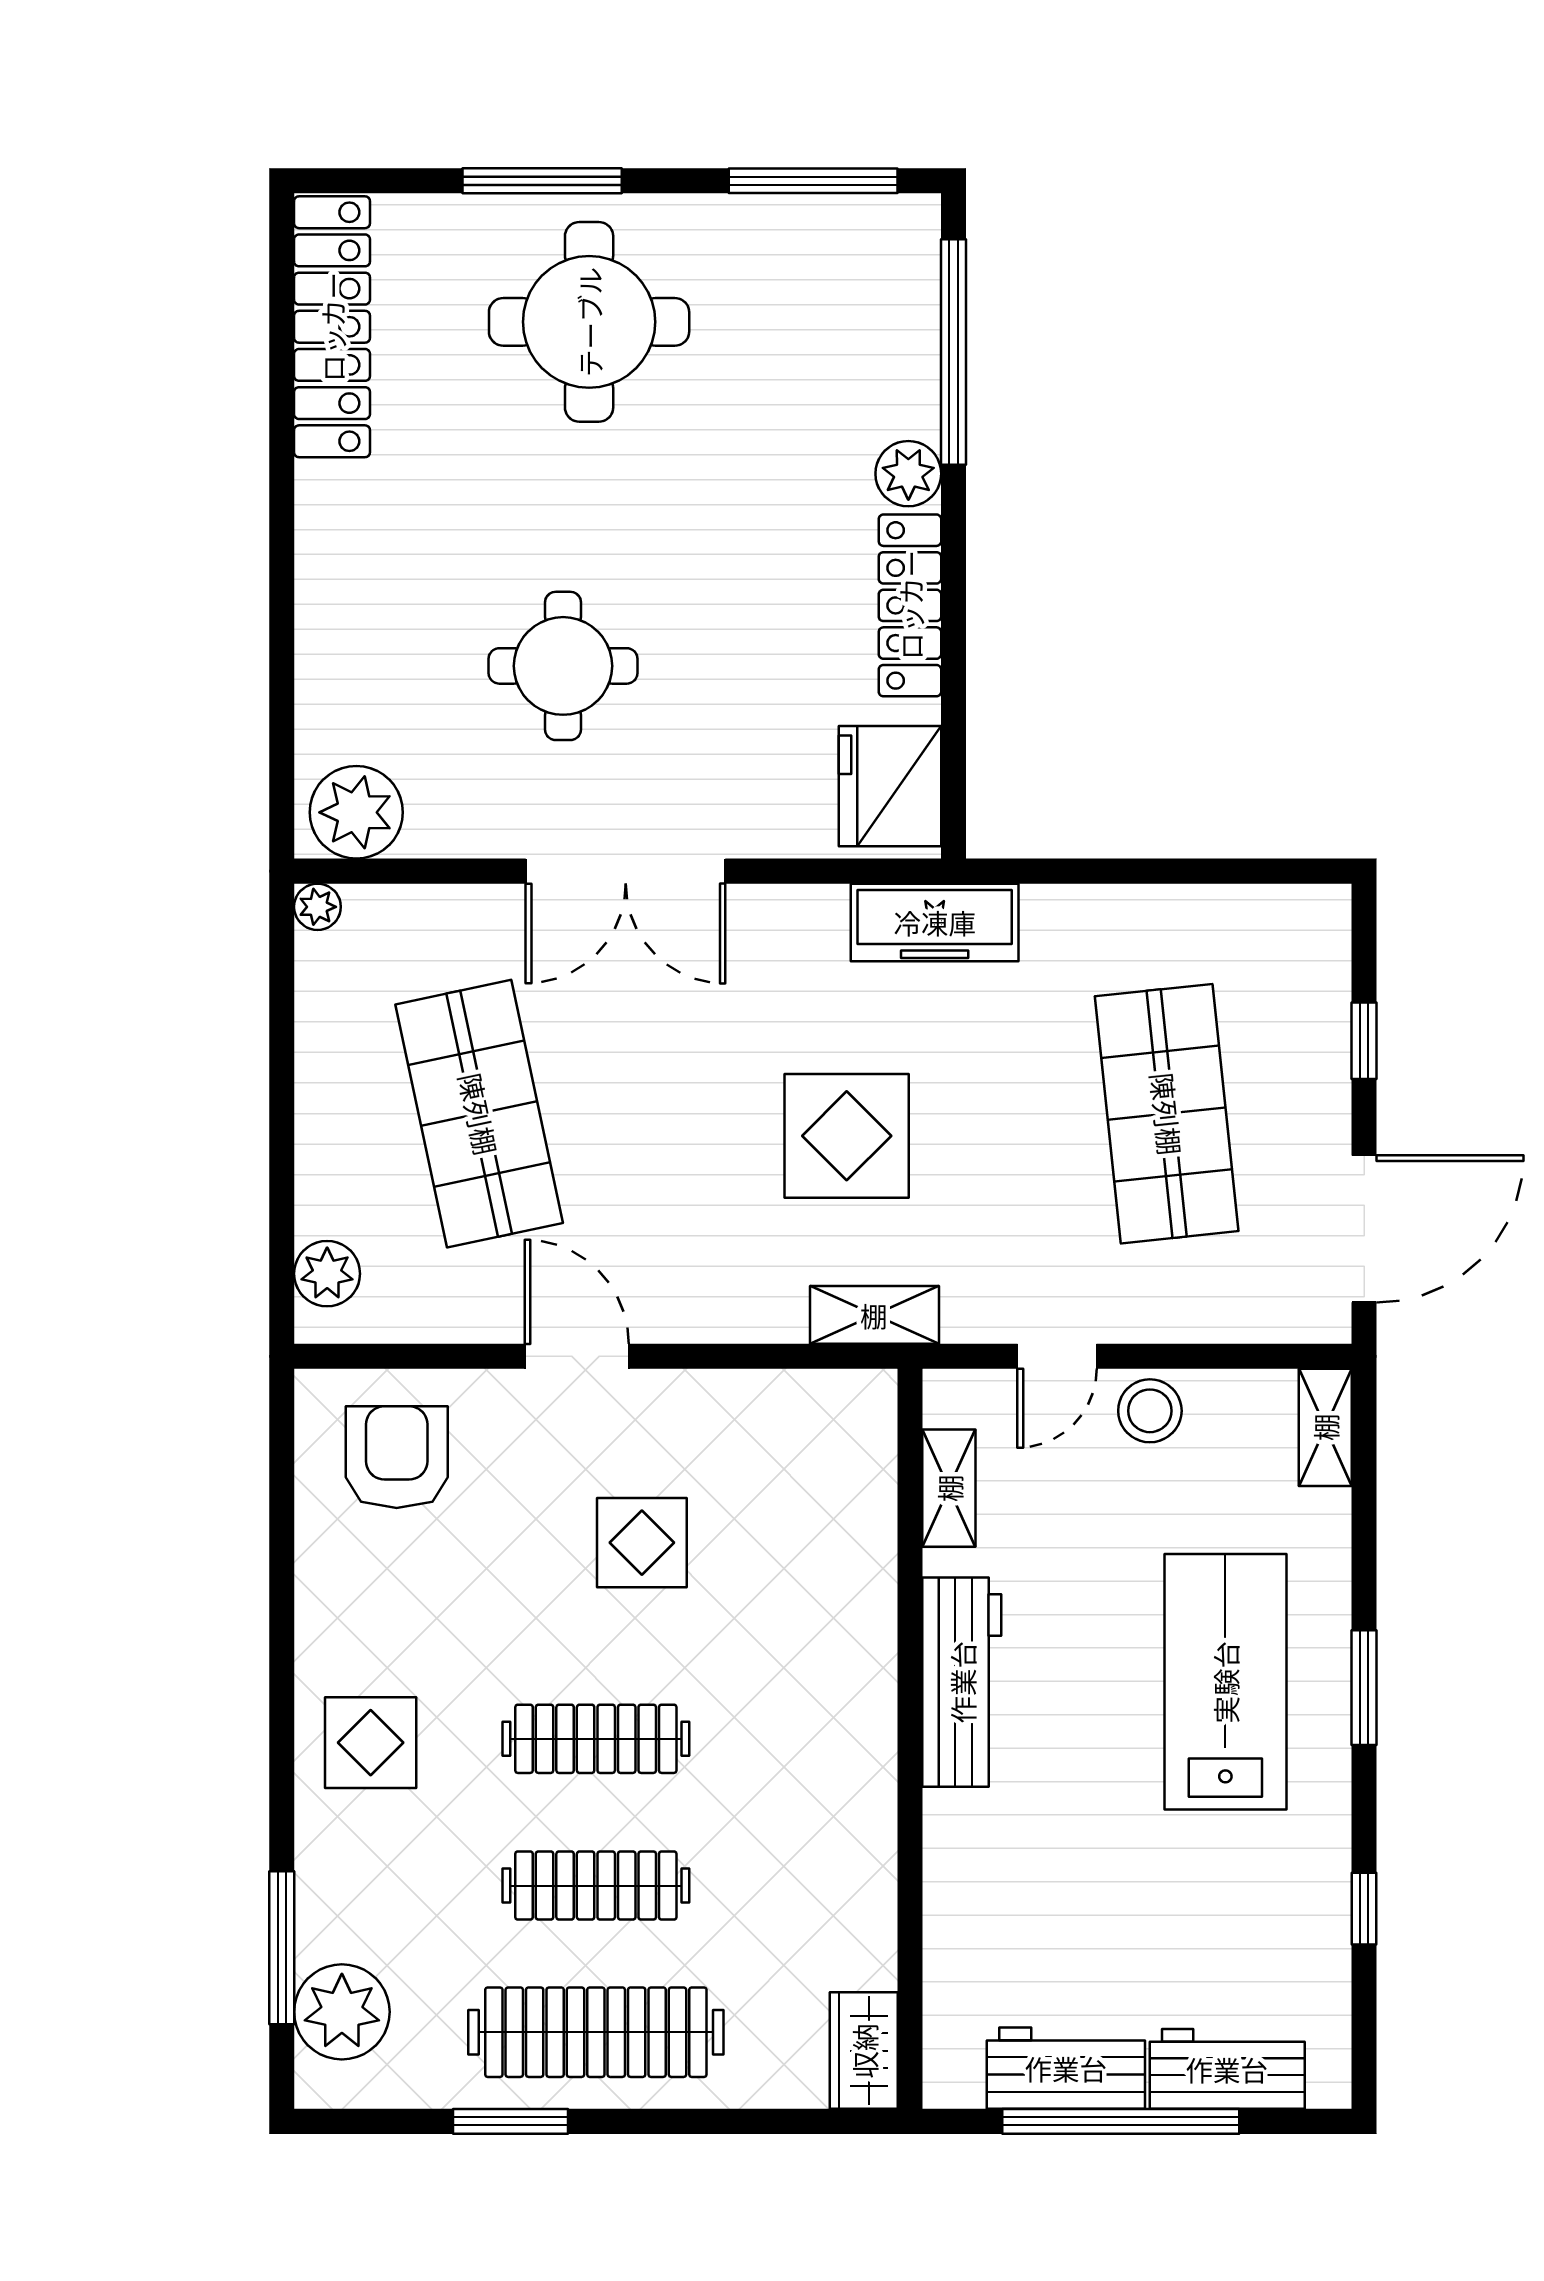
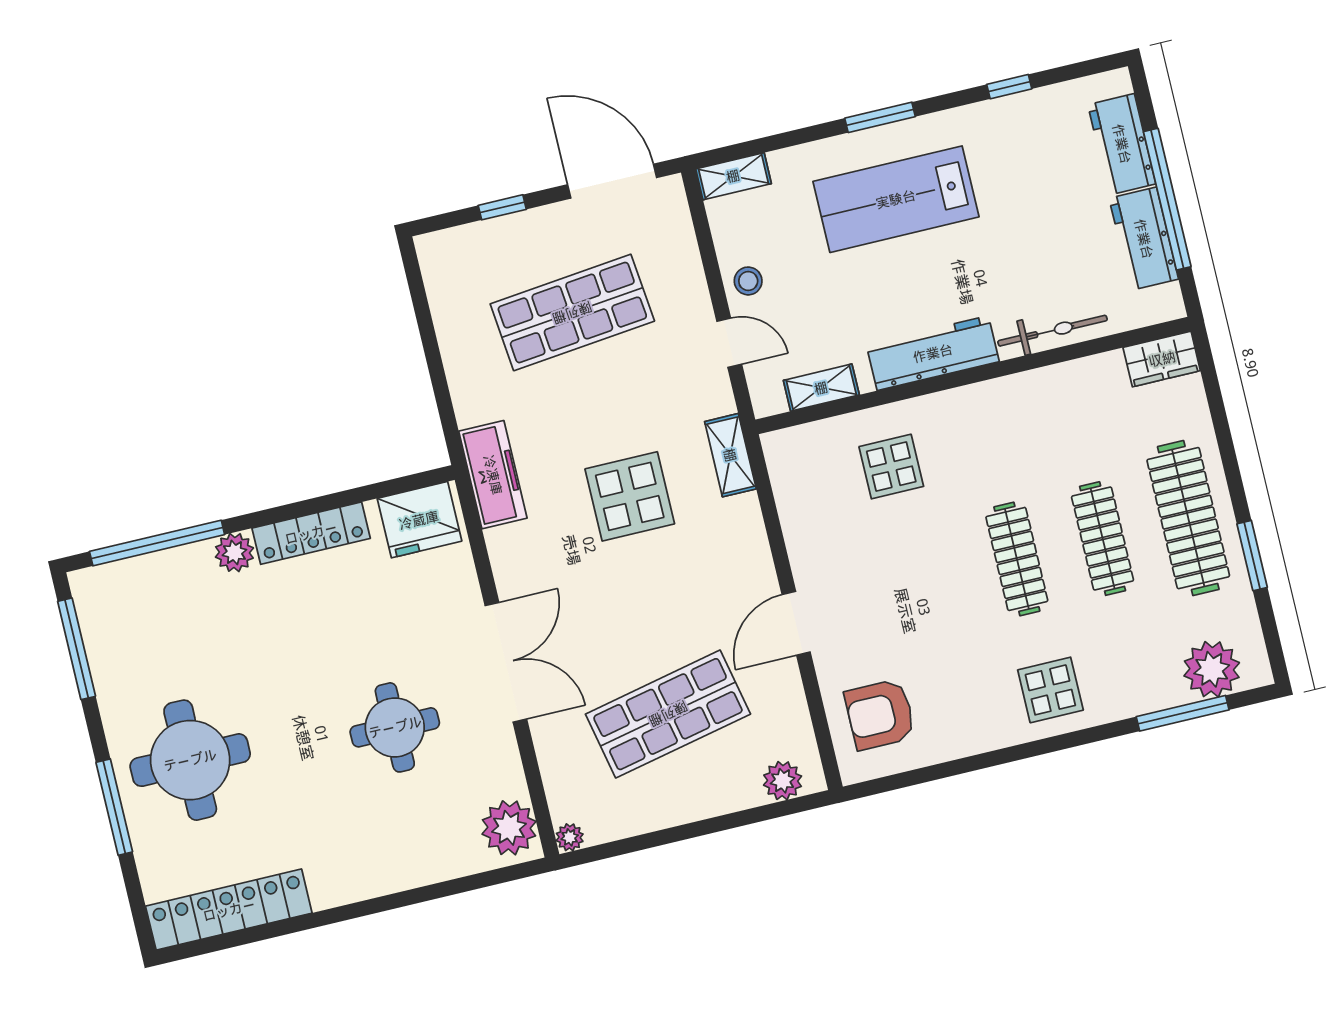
stool: (1150, 1411) -> (748, 281), width x0.73, depth x0.73
display table: (642, 1543) -> (891, 467), moved
bicycle: (952, 1885) -> (1053, 331), added

